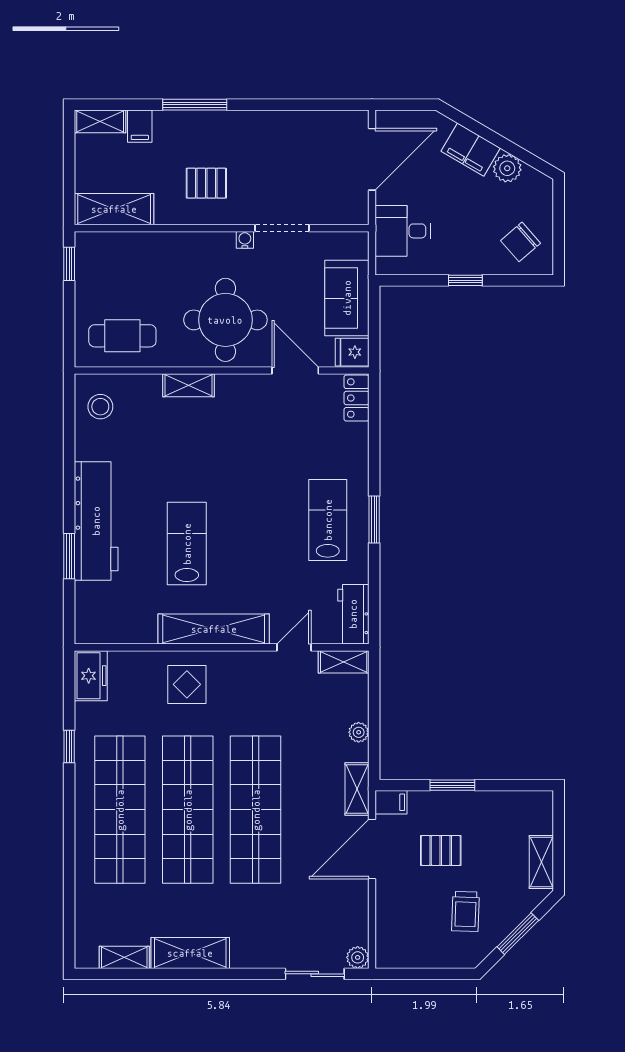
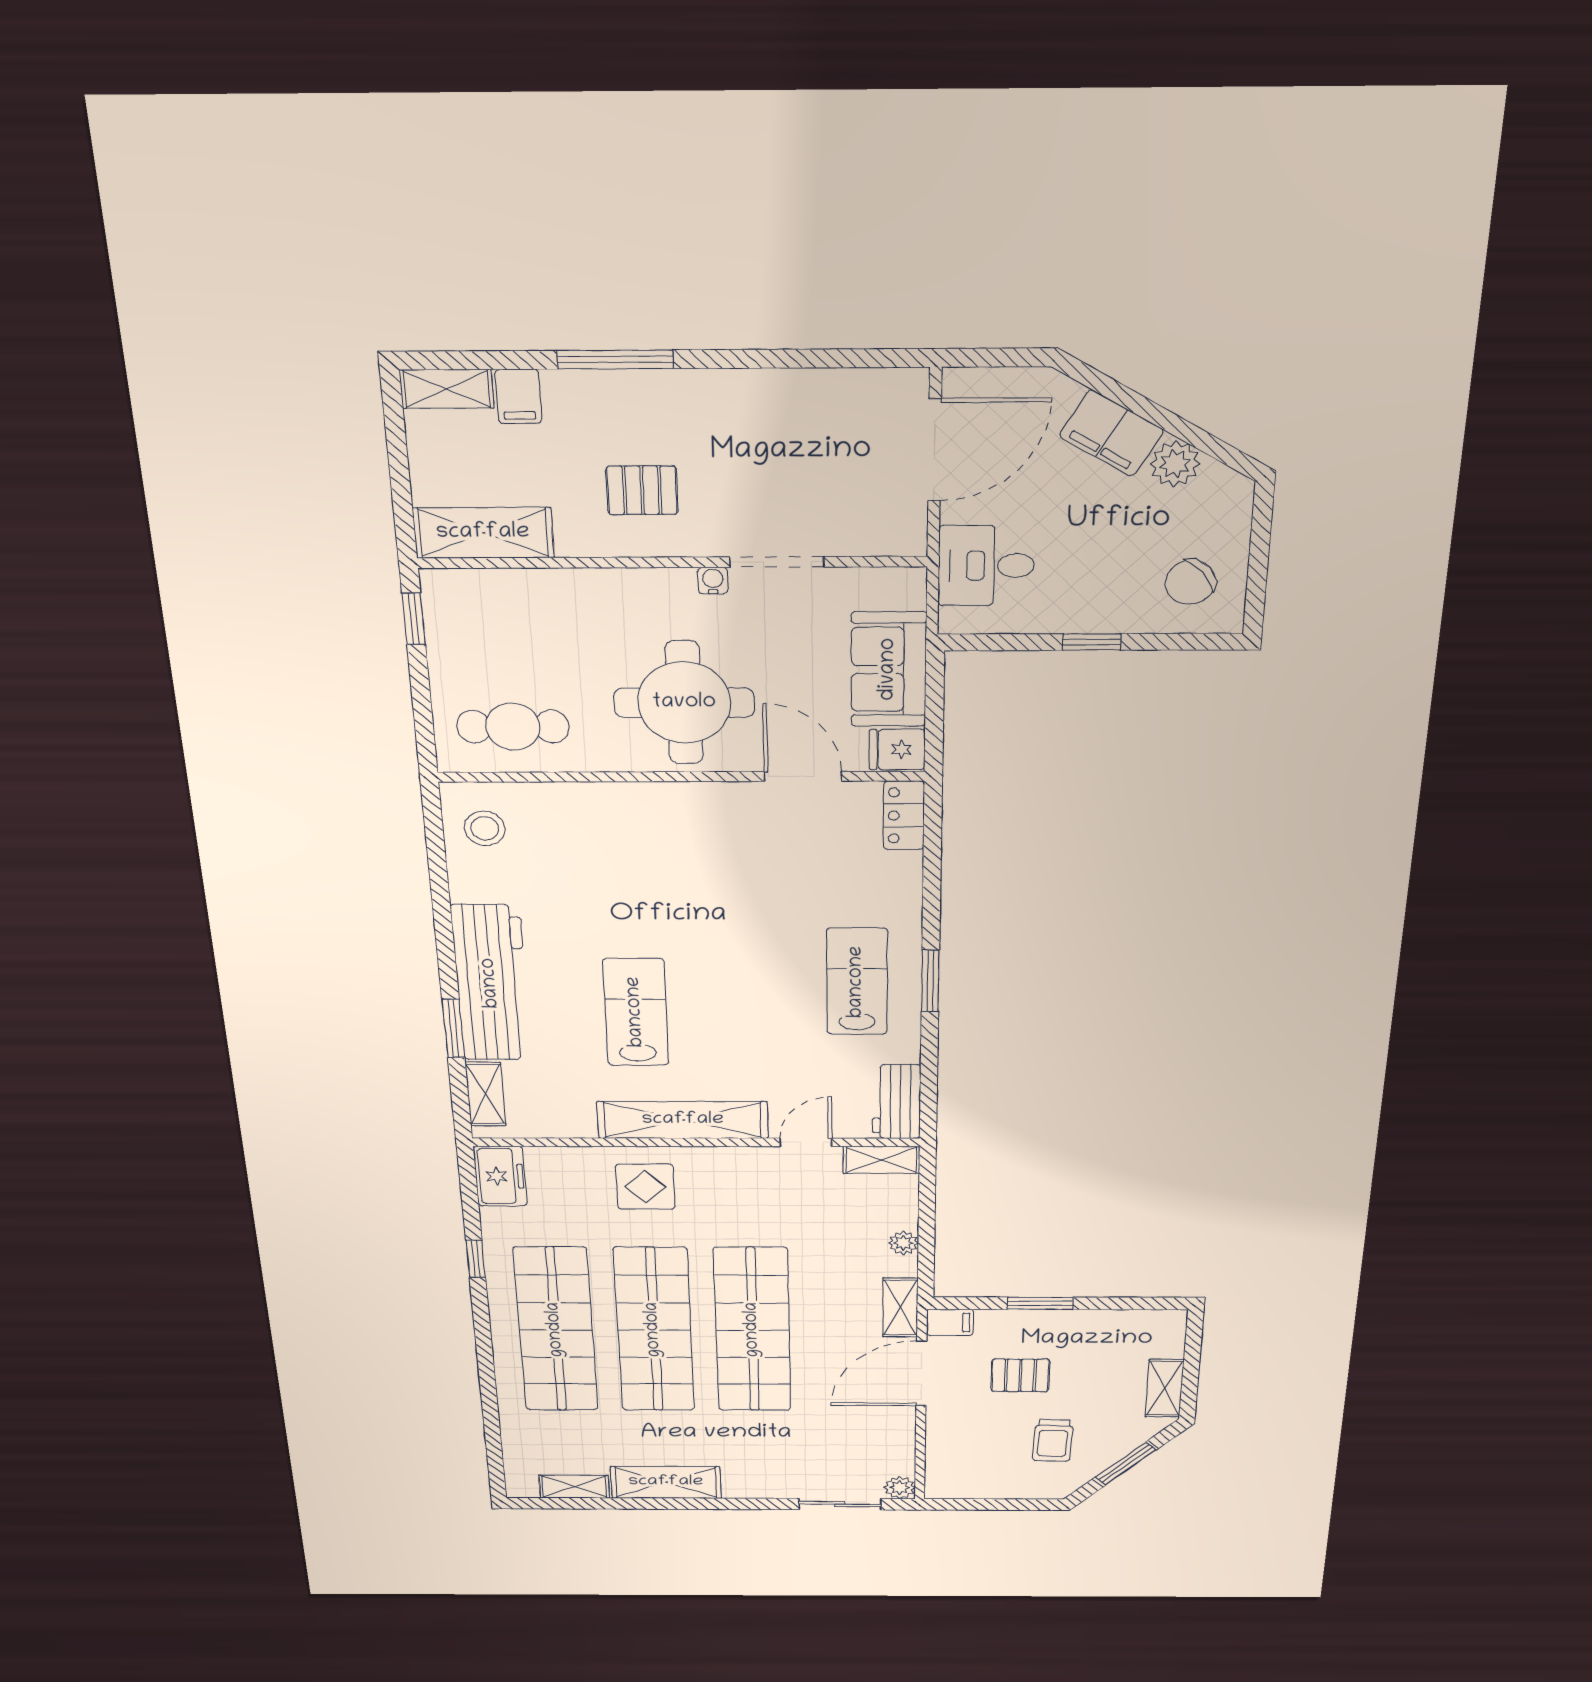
shelving: (188, 385) -> (486, 1094), moved, turned 90

